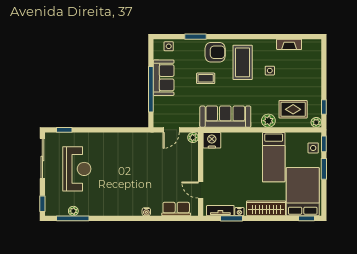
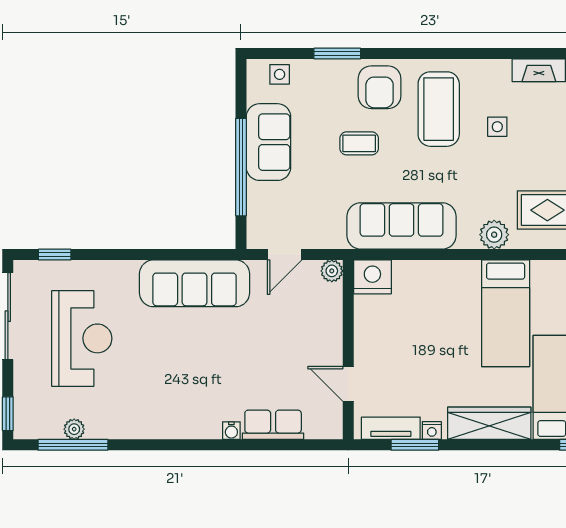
armchair: (215, 52) -> (380, 87), turned 90
sofa: (129, 143) -> (195, 283), added
row of seats: (176, 209) -> (273, 425), moved

